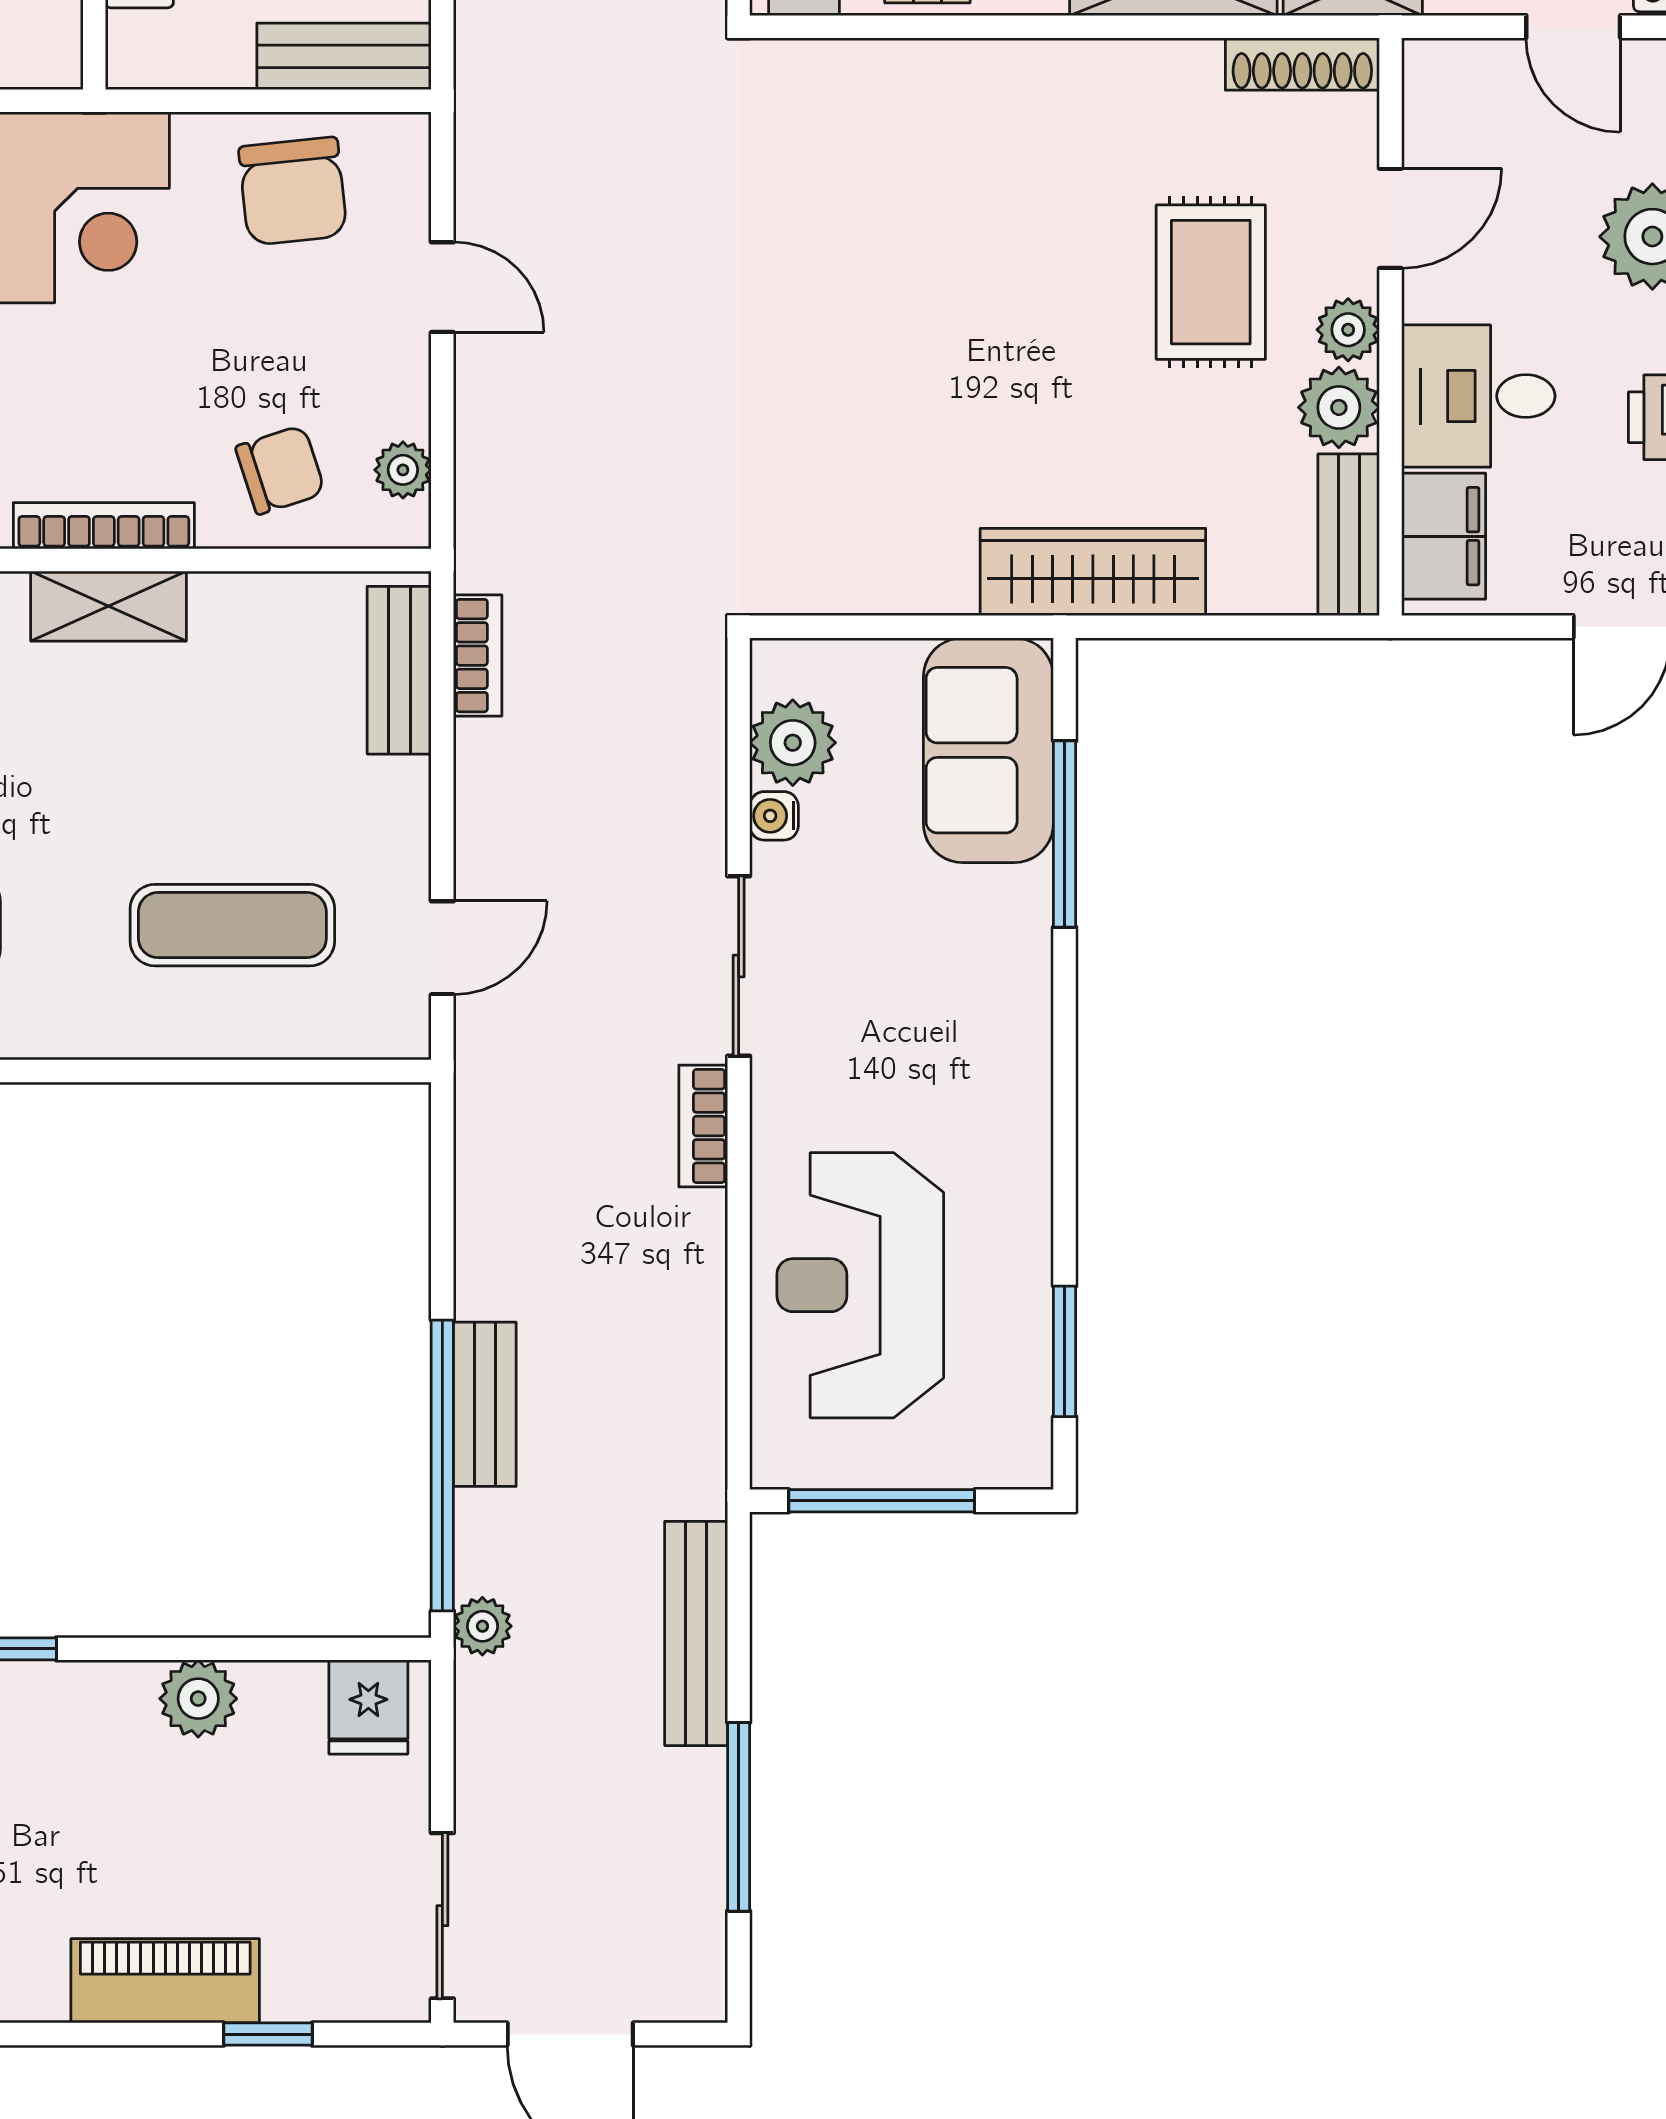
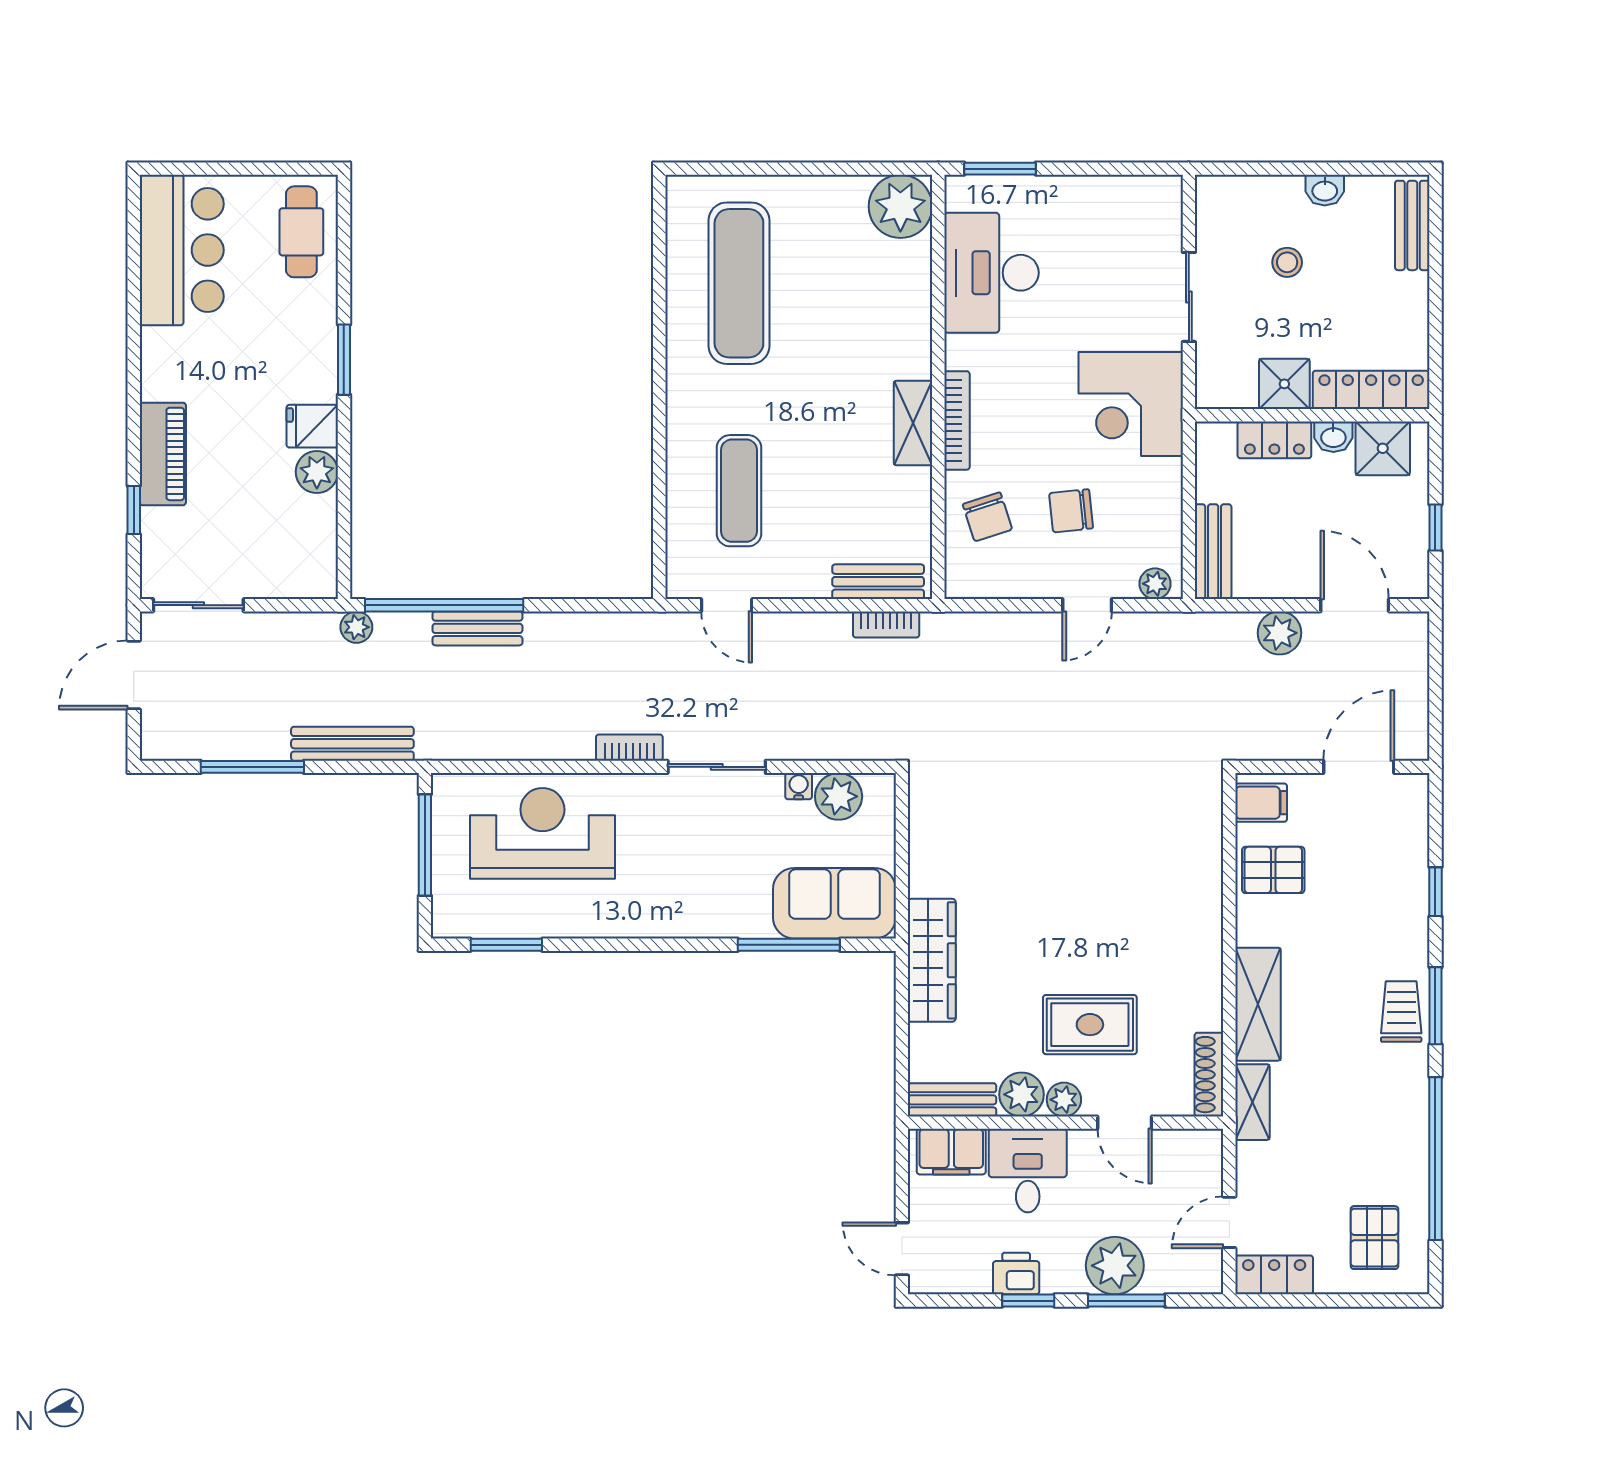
chair: (293, 191) -> (1071, 511), moved, width x0.73, depth x0.73
plant: (403, 470) -> (1155, 584), moved
fridge: (368, 1707) -> (312, 426), moved

